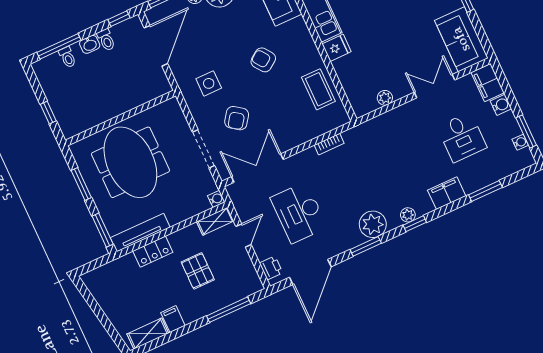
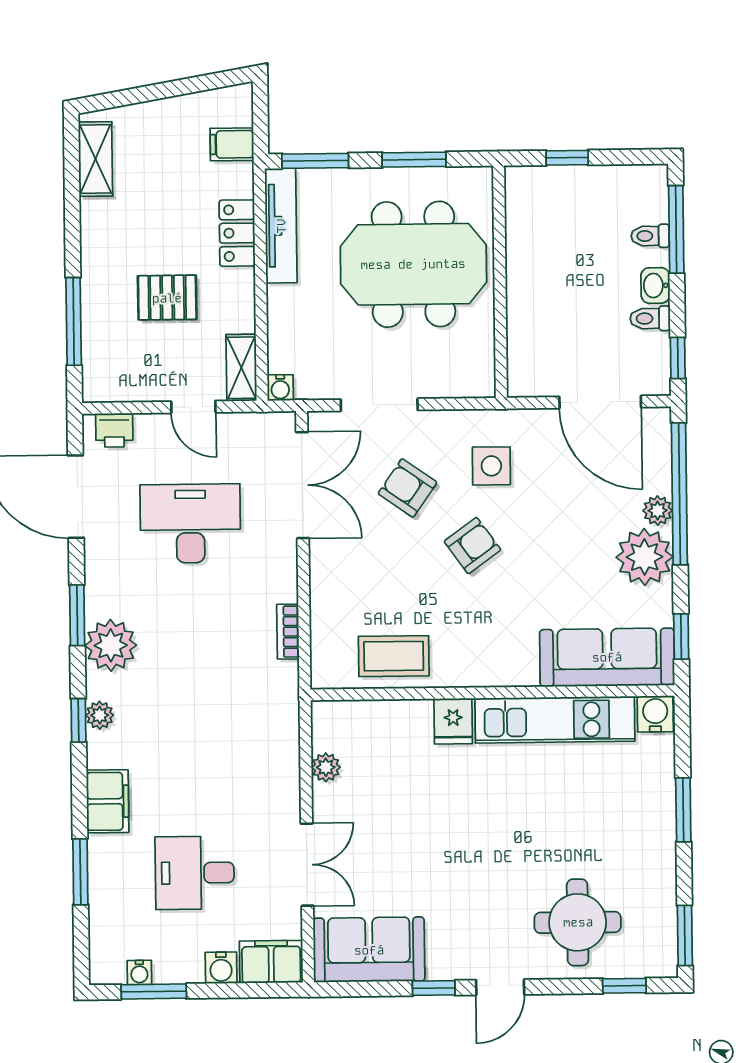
armchair: (263, 60) -> (472, 546), moved
filing cabinet: (173, 319) -> (232, 144), moved, turned 180

